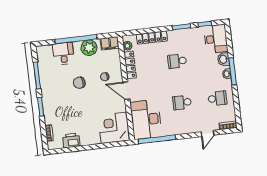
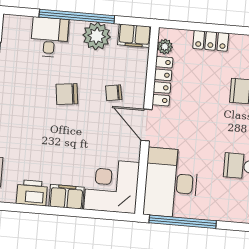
locker: (152, 38) -> (211, 41), width x0.66
filing cabinet: (91, 139) -> (66, 197), added

